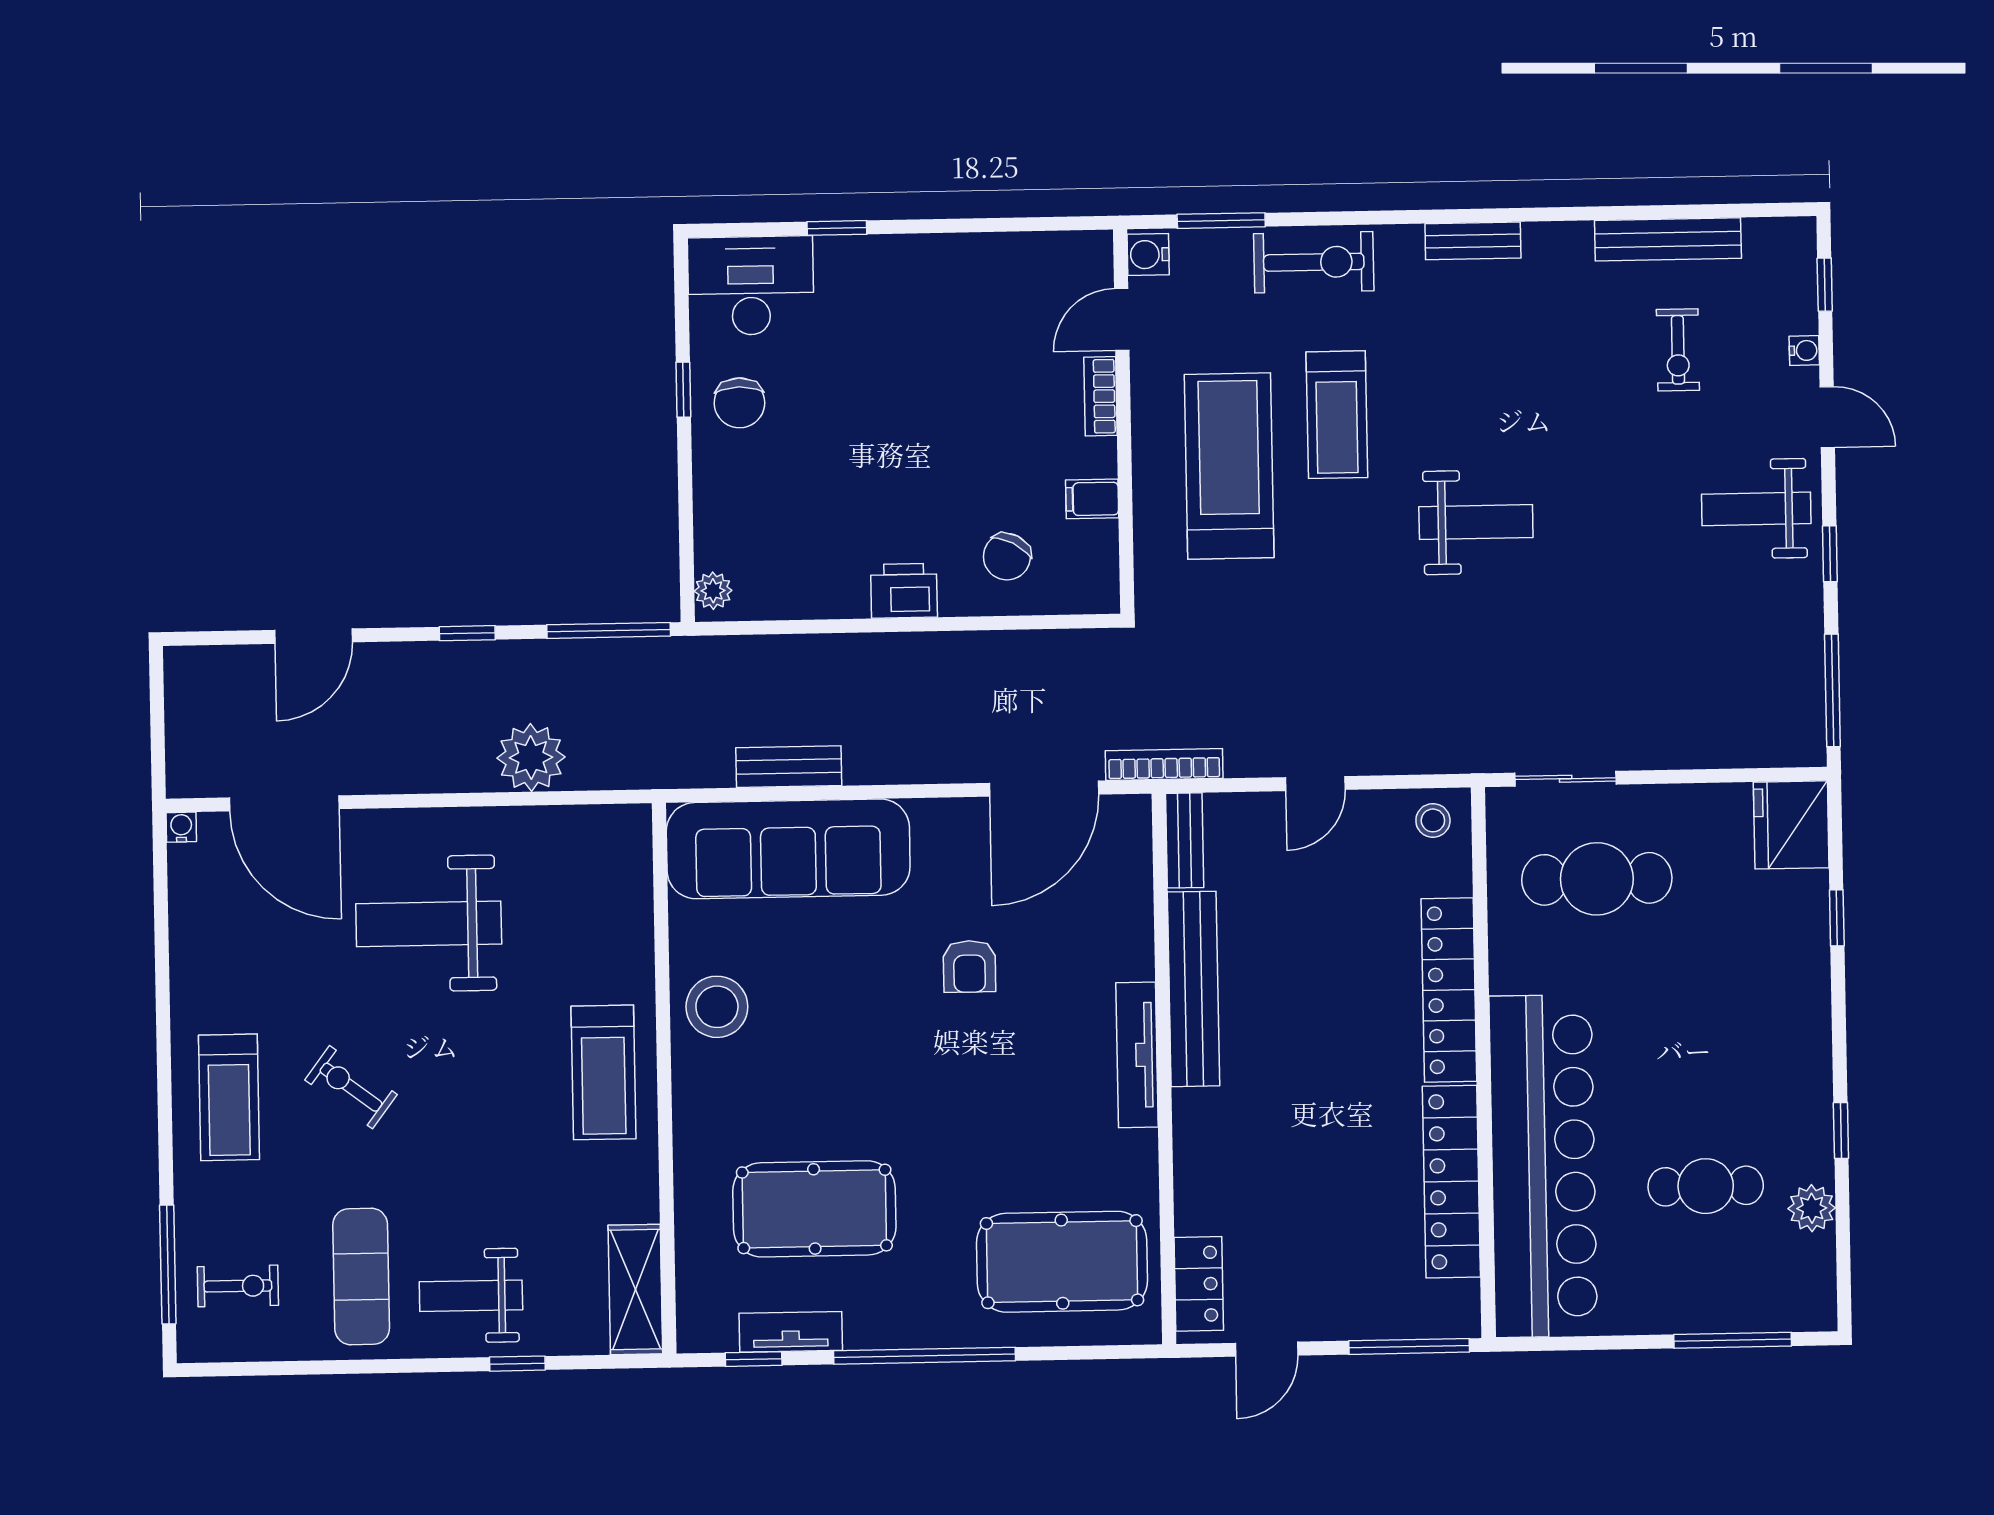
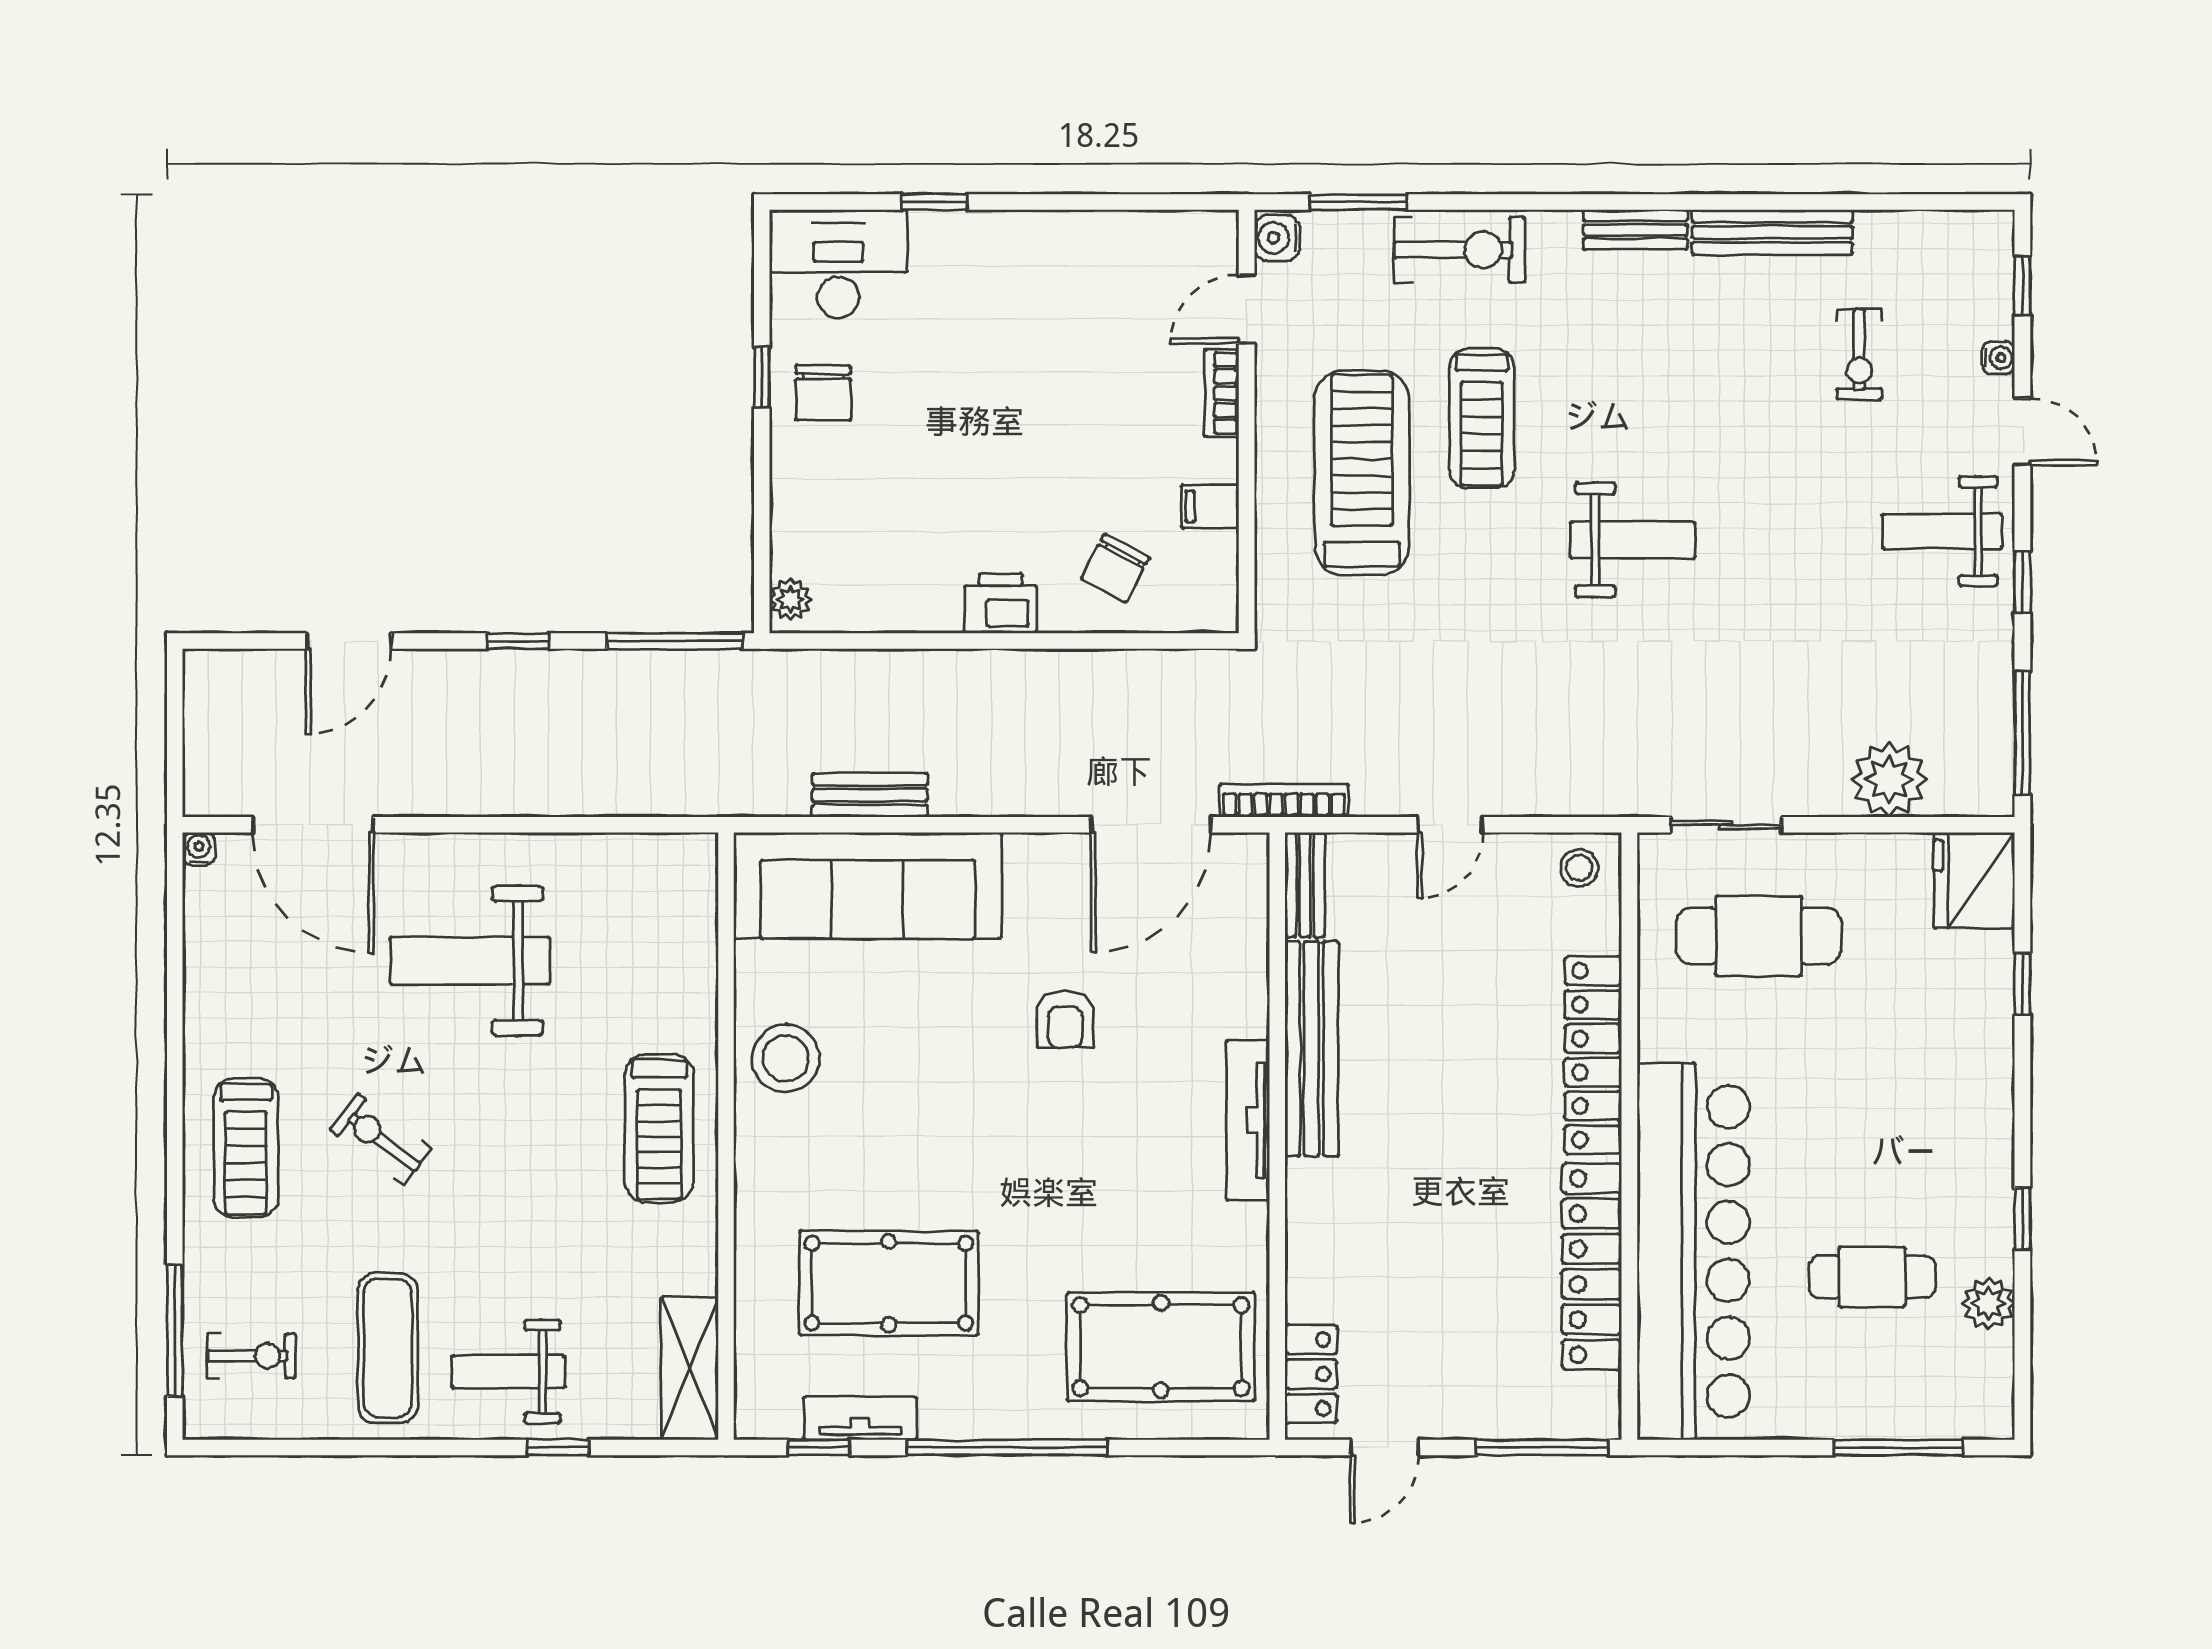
bench: (1668, 239) -> (1772, 232), moved
plant: (531, 757) -> (1889, 779), moved

